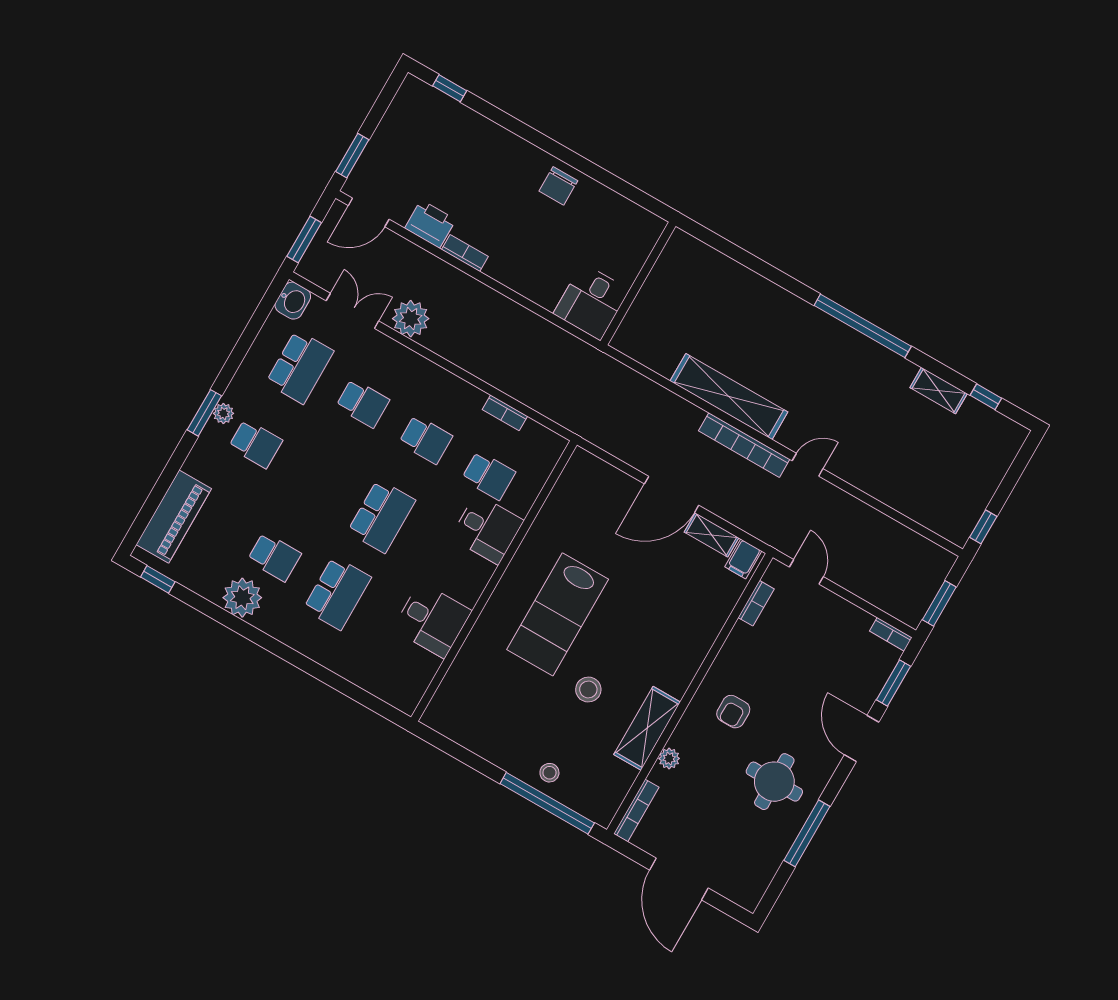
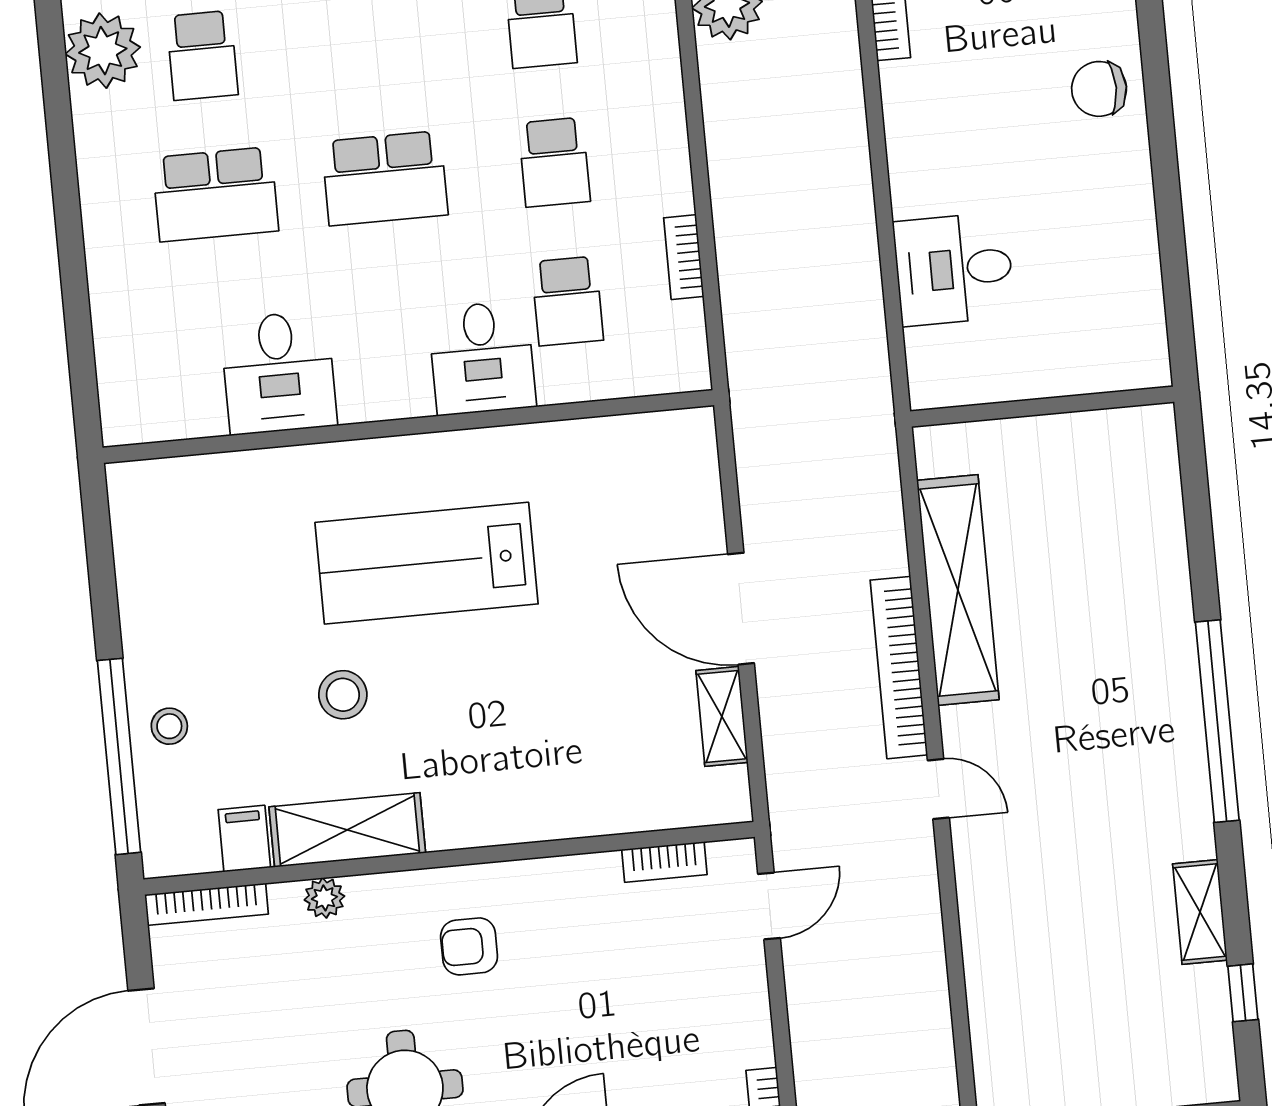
wall: (638, 283) -> (1042, 407), moved
filing cabinet: (743, 559) -> (244, 839), moved, turned 90

